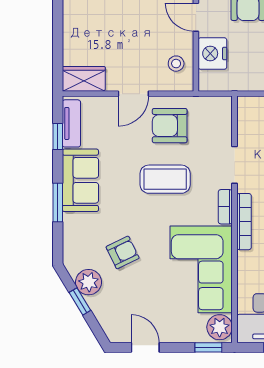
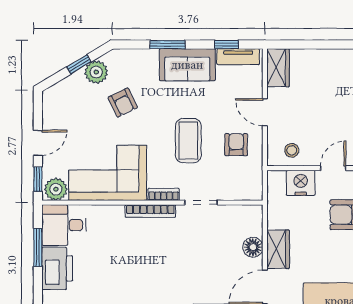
armchair: (170, 126) -> (236, 145), width x0.72, depth x0.72
door: (145, 347) -> (38, 143), moved

